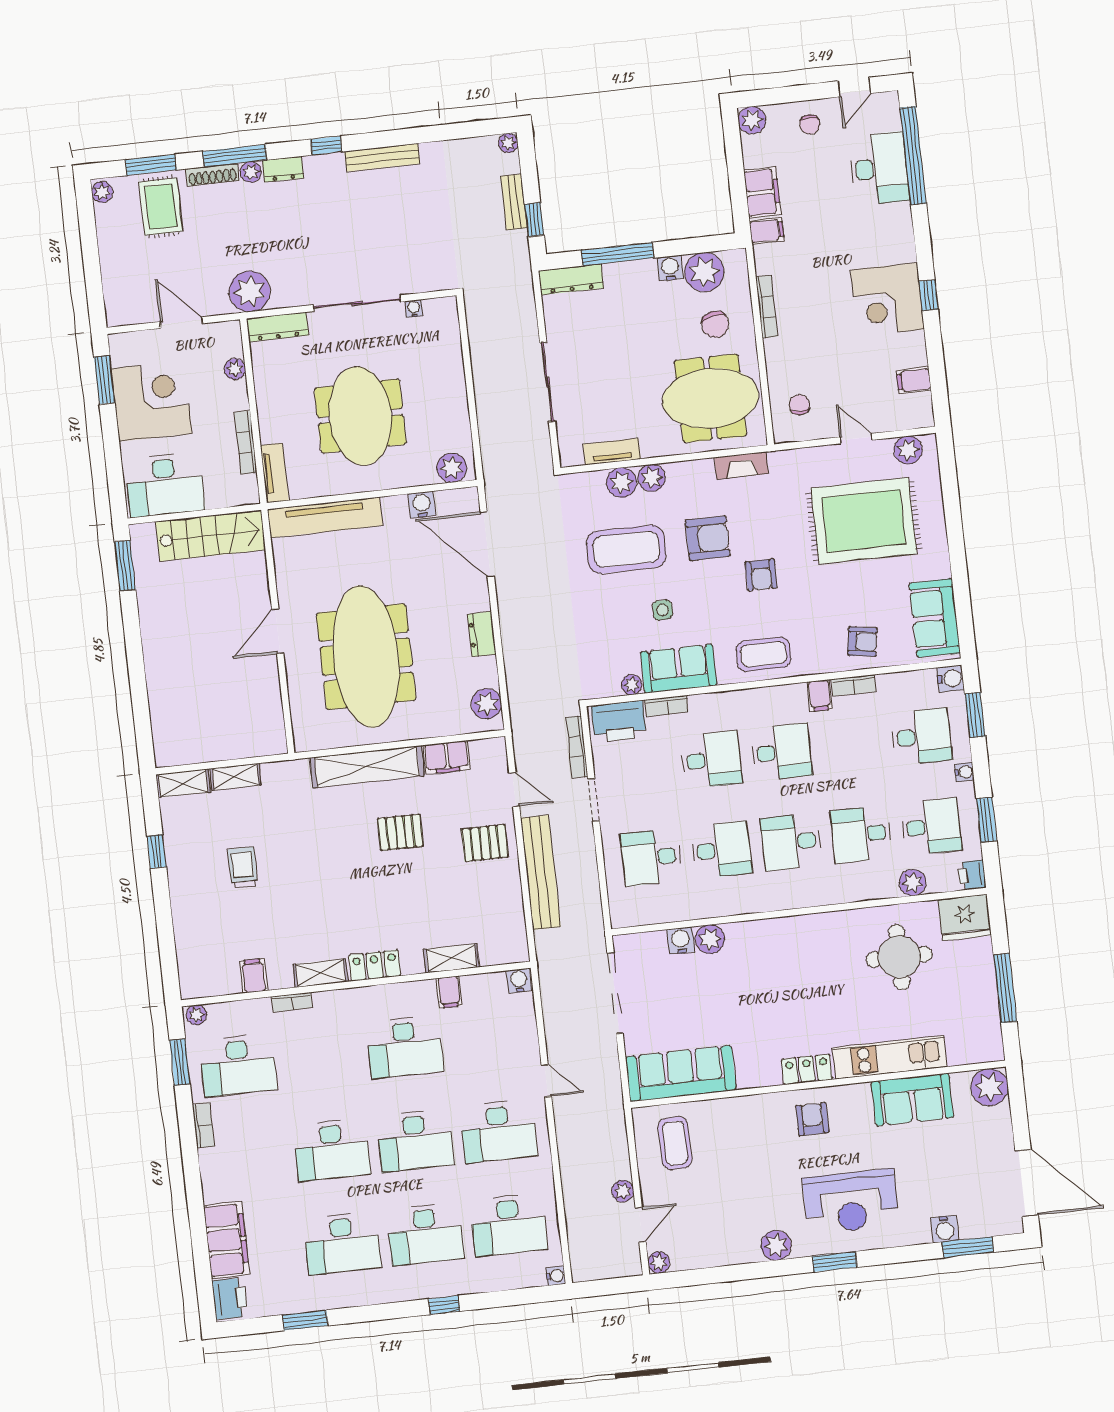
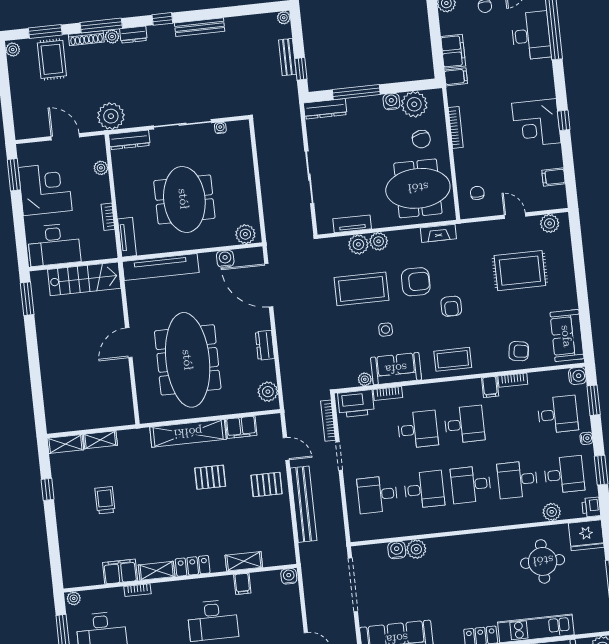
bookcase: (246, 442) -> (108, 217), width x0.64
rug: (864, 521) -> (520, 271), width x0.73, depth x0.69
filing cabinet: (254, 976) -> (120, 572), width x2.00

